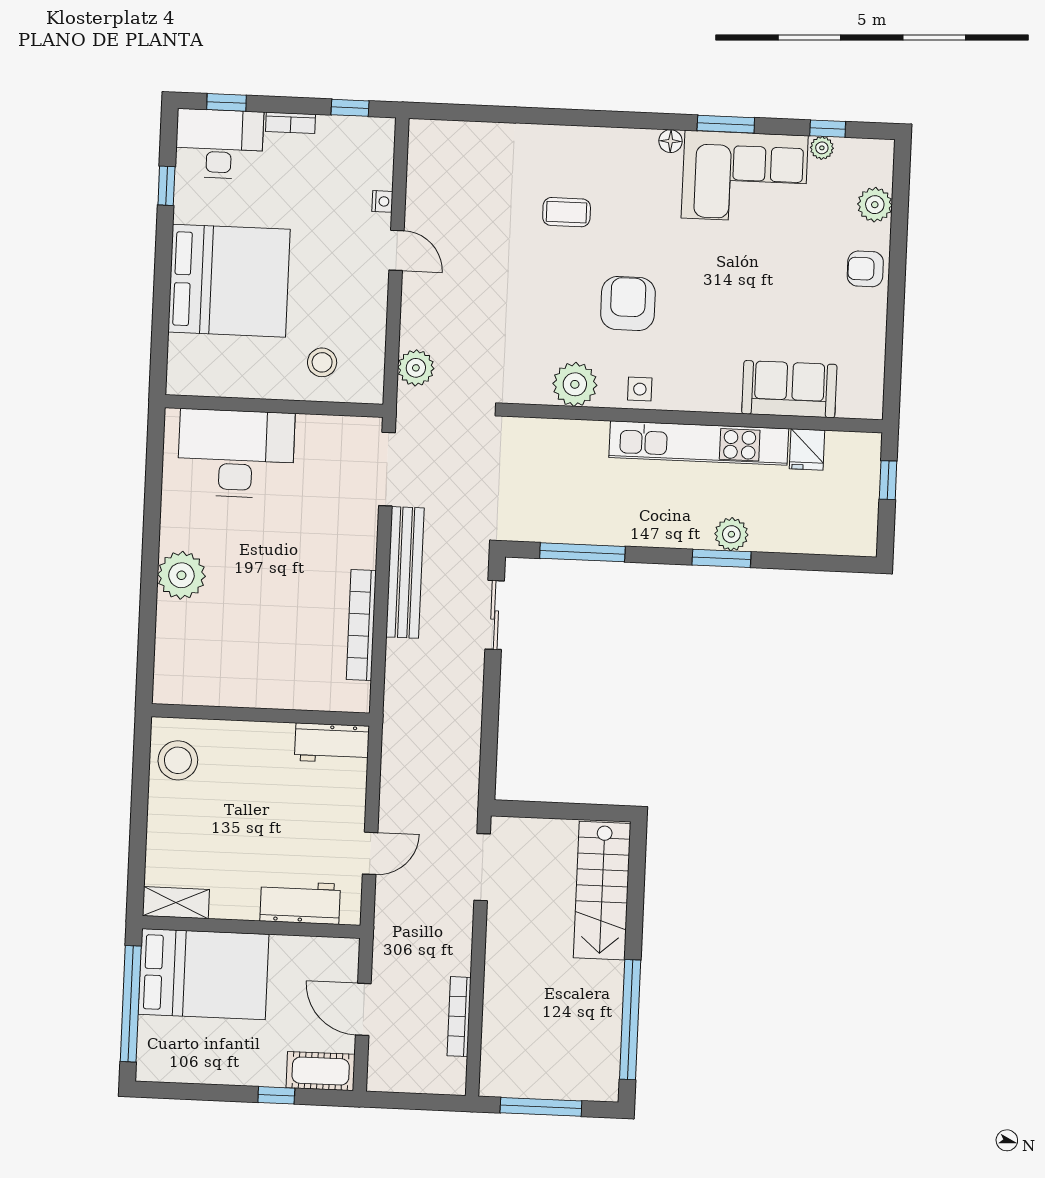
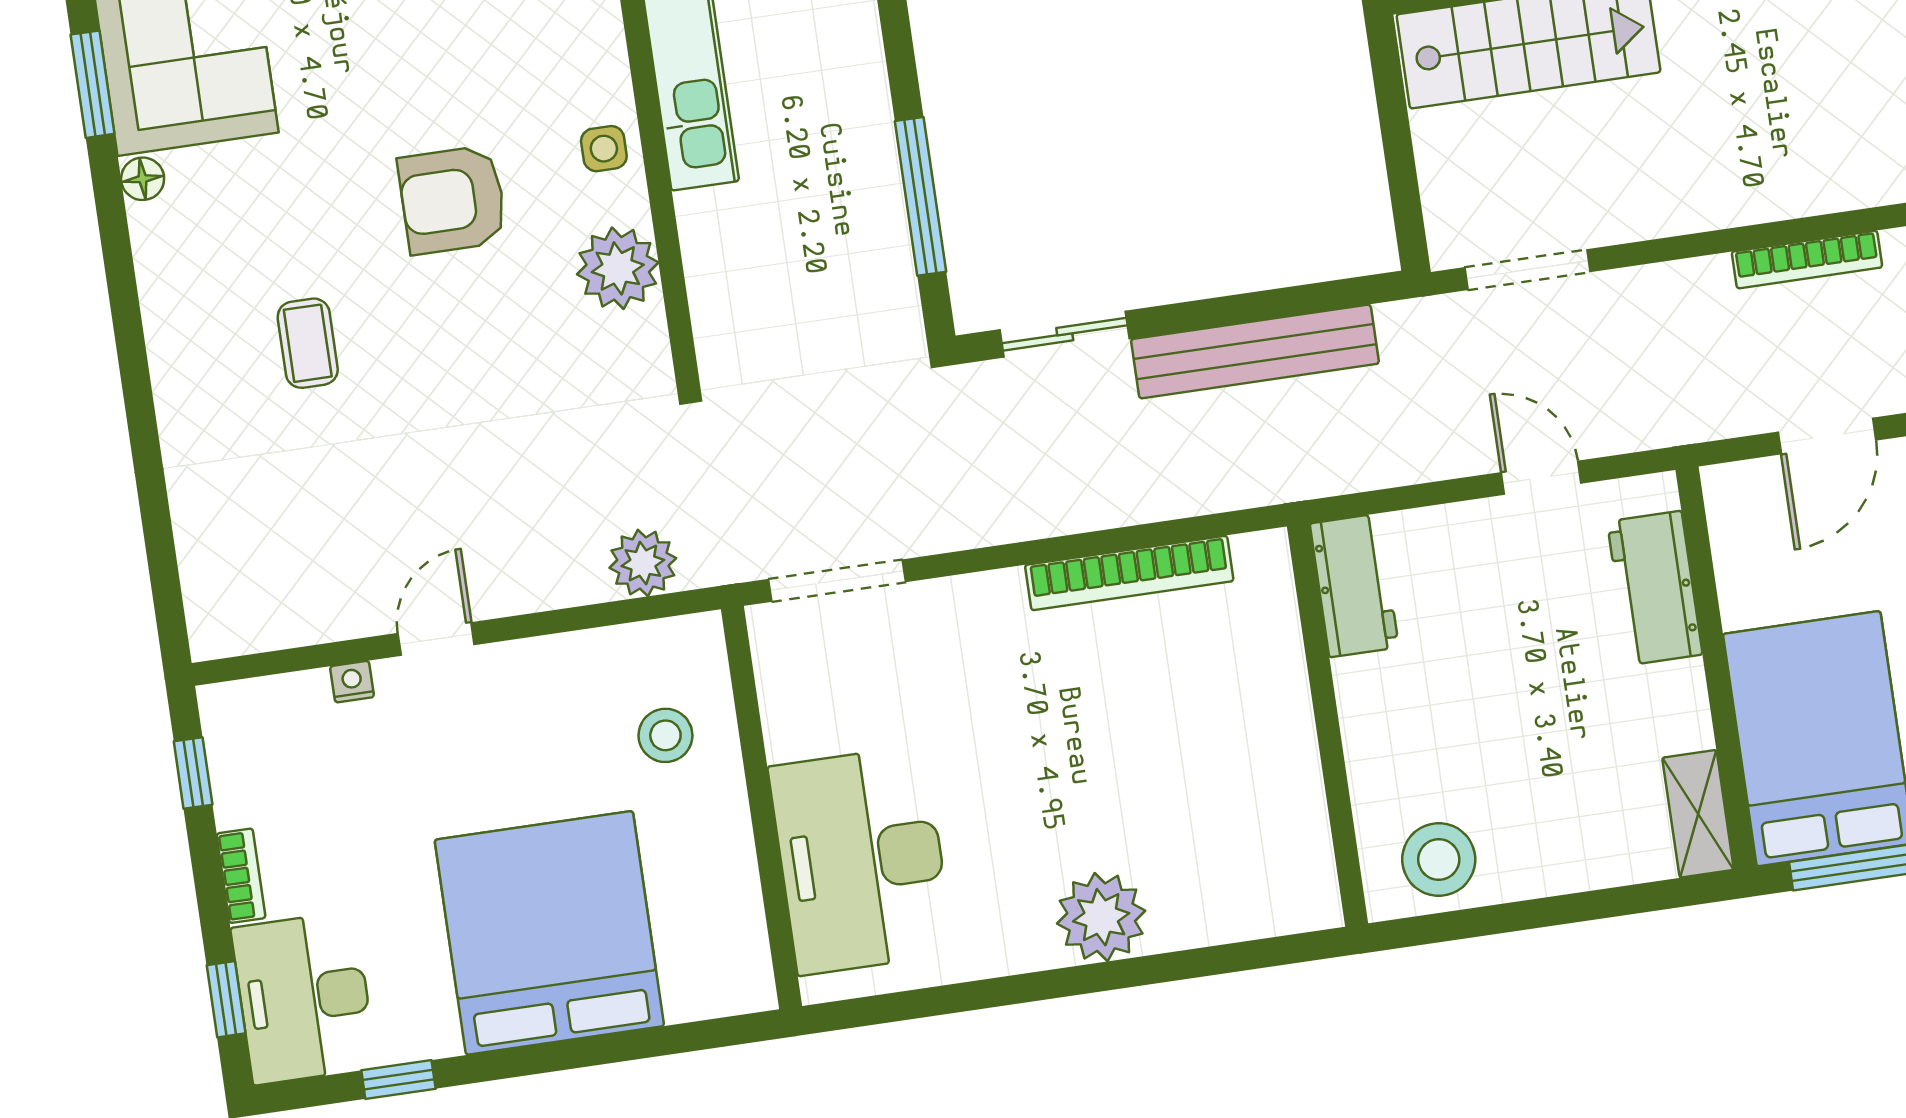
bench: (405, 572) -> (1255, 351), moved

